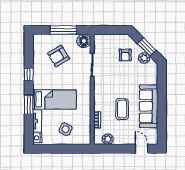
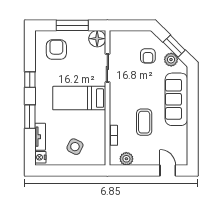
armchair: (58, 56) -> (56, 50), moved, turned 121
bed: (54, 99) -> (79, 98), moved, turned 180
sofa: (149, 106) -> (176, 99), moved

